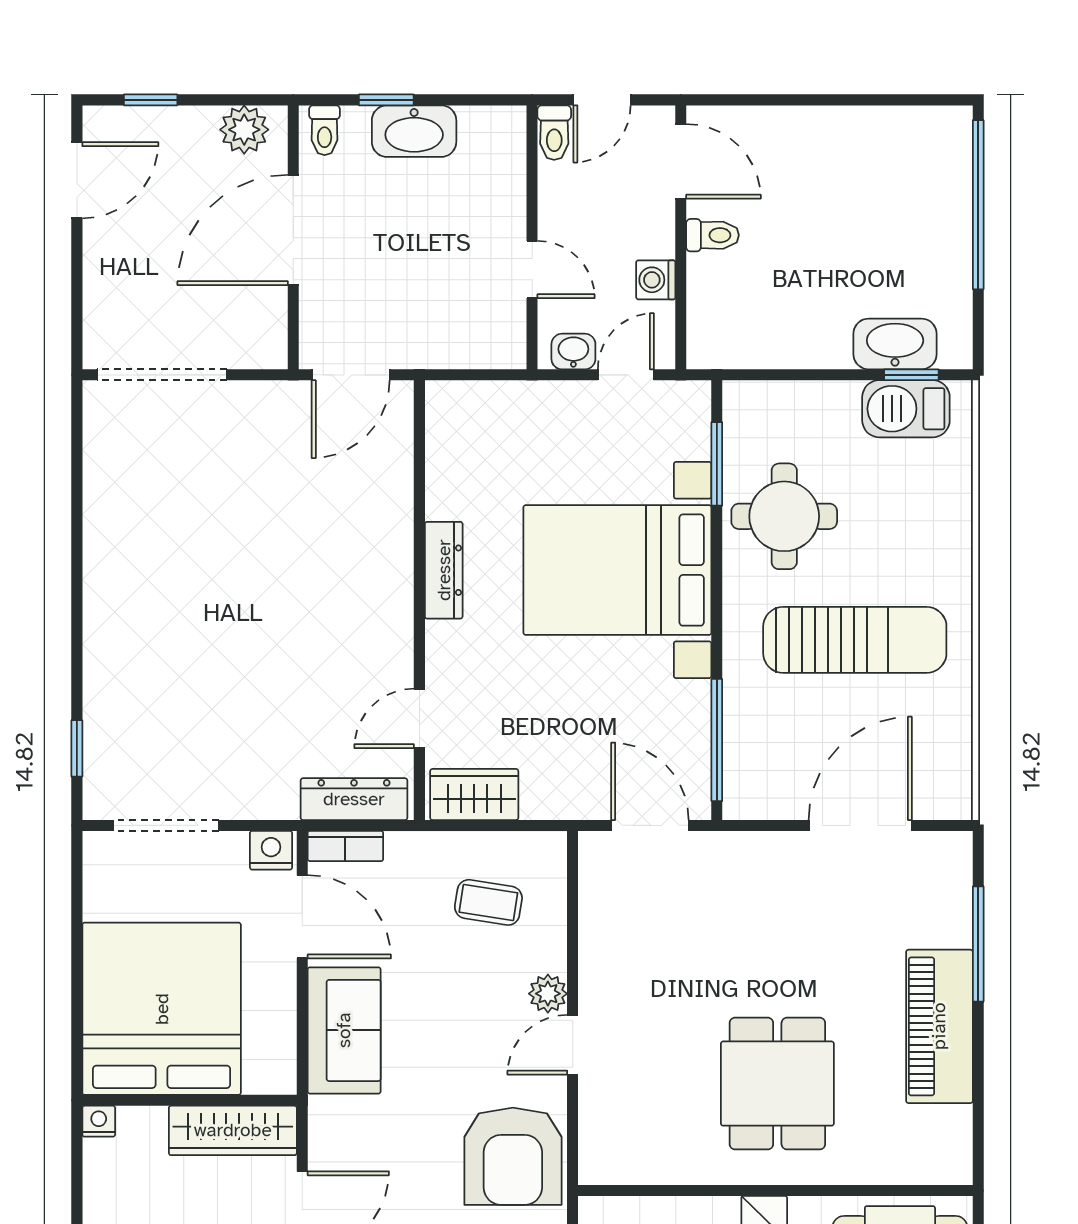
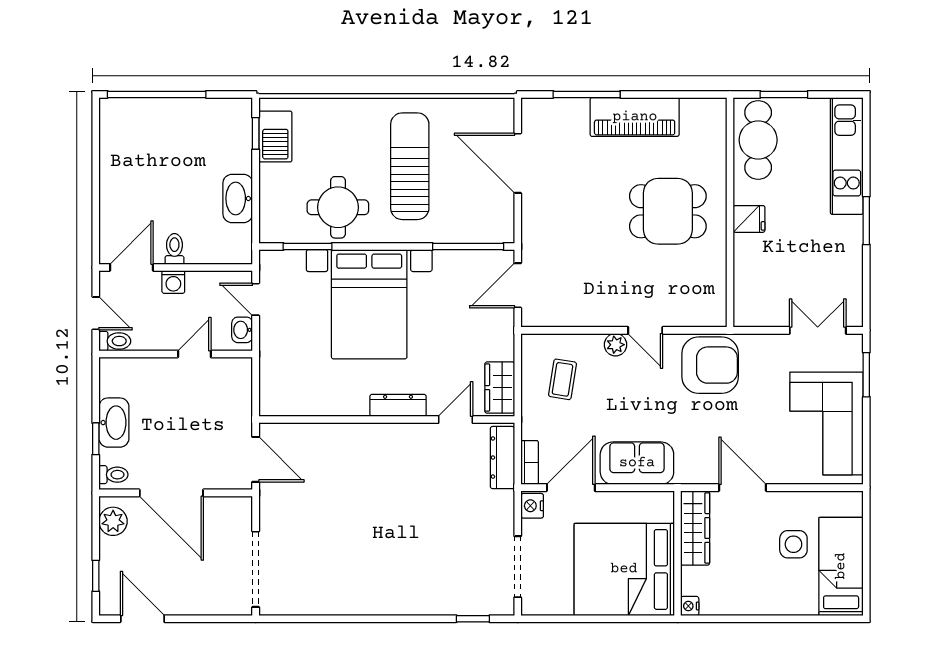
washing machine: (656, 280) -> (173, 282), moved
washbasin: (895, 344) -> (238, 198), moved
dresser: (444, 570) -> (398, 405), moved
door: (419, 718) -> (455, 419), swing flipped

